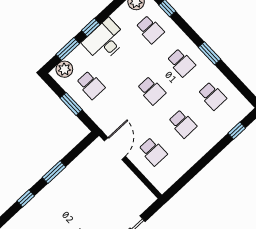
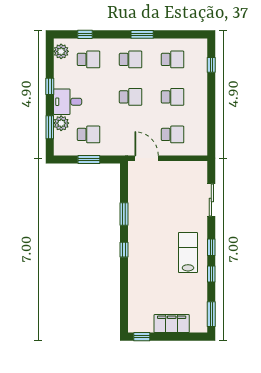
window: (91, 27) -> (50, 86), moved
desk: (105, 41) -> (68, 102), width x0.73
plant: (64, 69) -> (61, 123), moved

